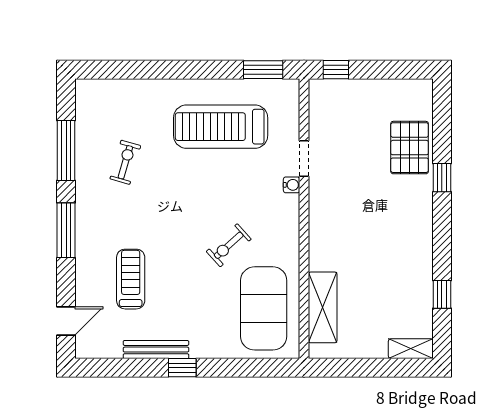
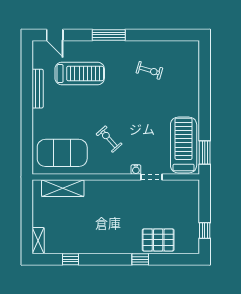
window: (336, 70) -> (205, 230), moved
treadmill: (221, 127) -> (184, 145), moved
window: (66, 151) -> (156, 35), removed
exercise bike: (229, 245) -> (109, 139), moved
treadmill: (131, 279) -> (80, 74), width x1.37, depth x1.38
window: (182, 368) -> (27, 104), removed

